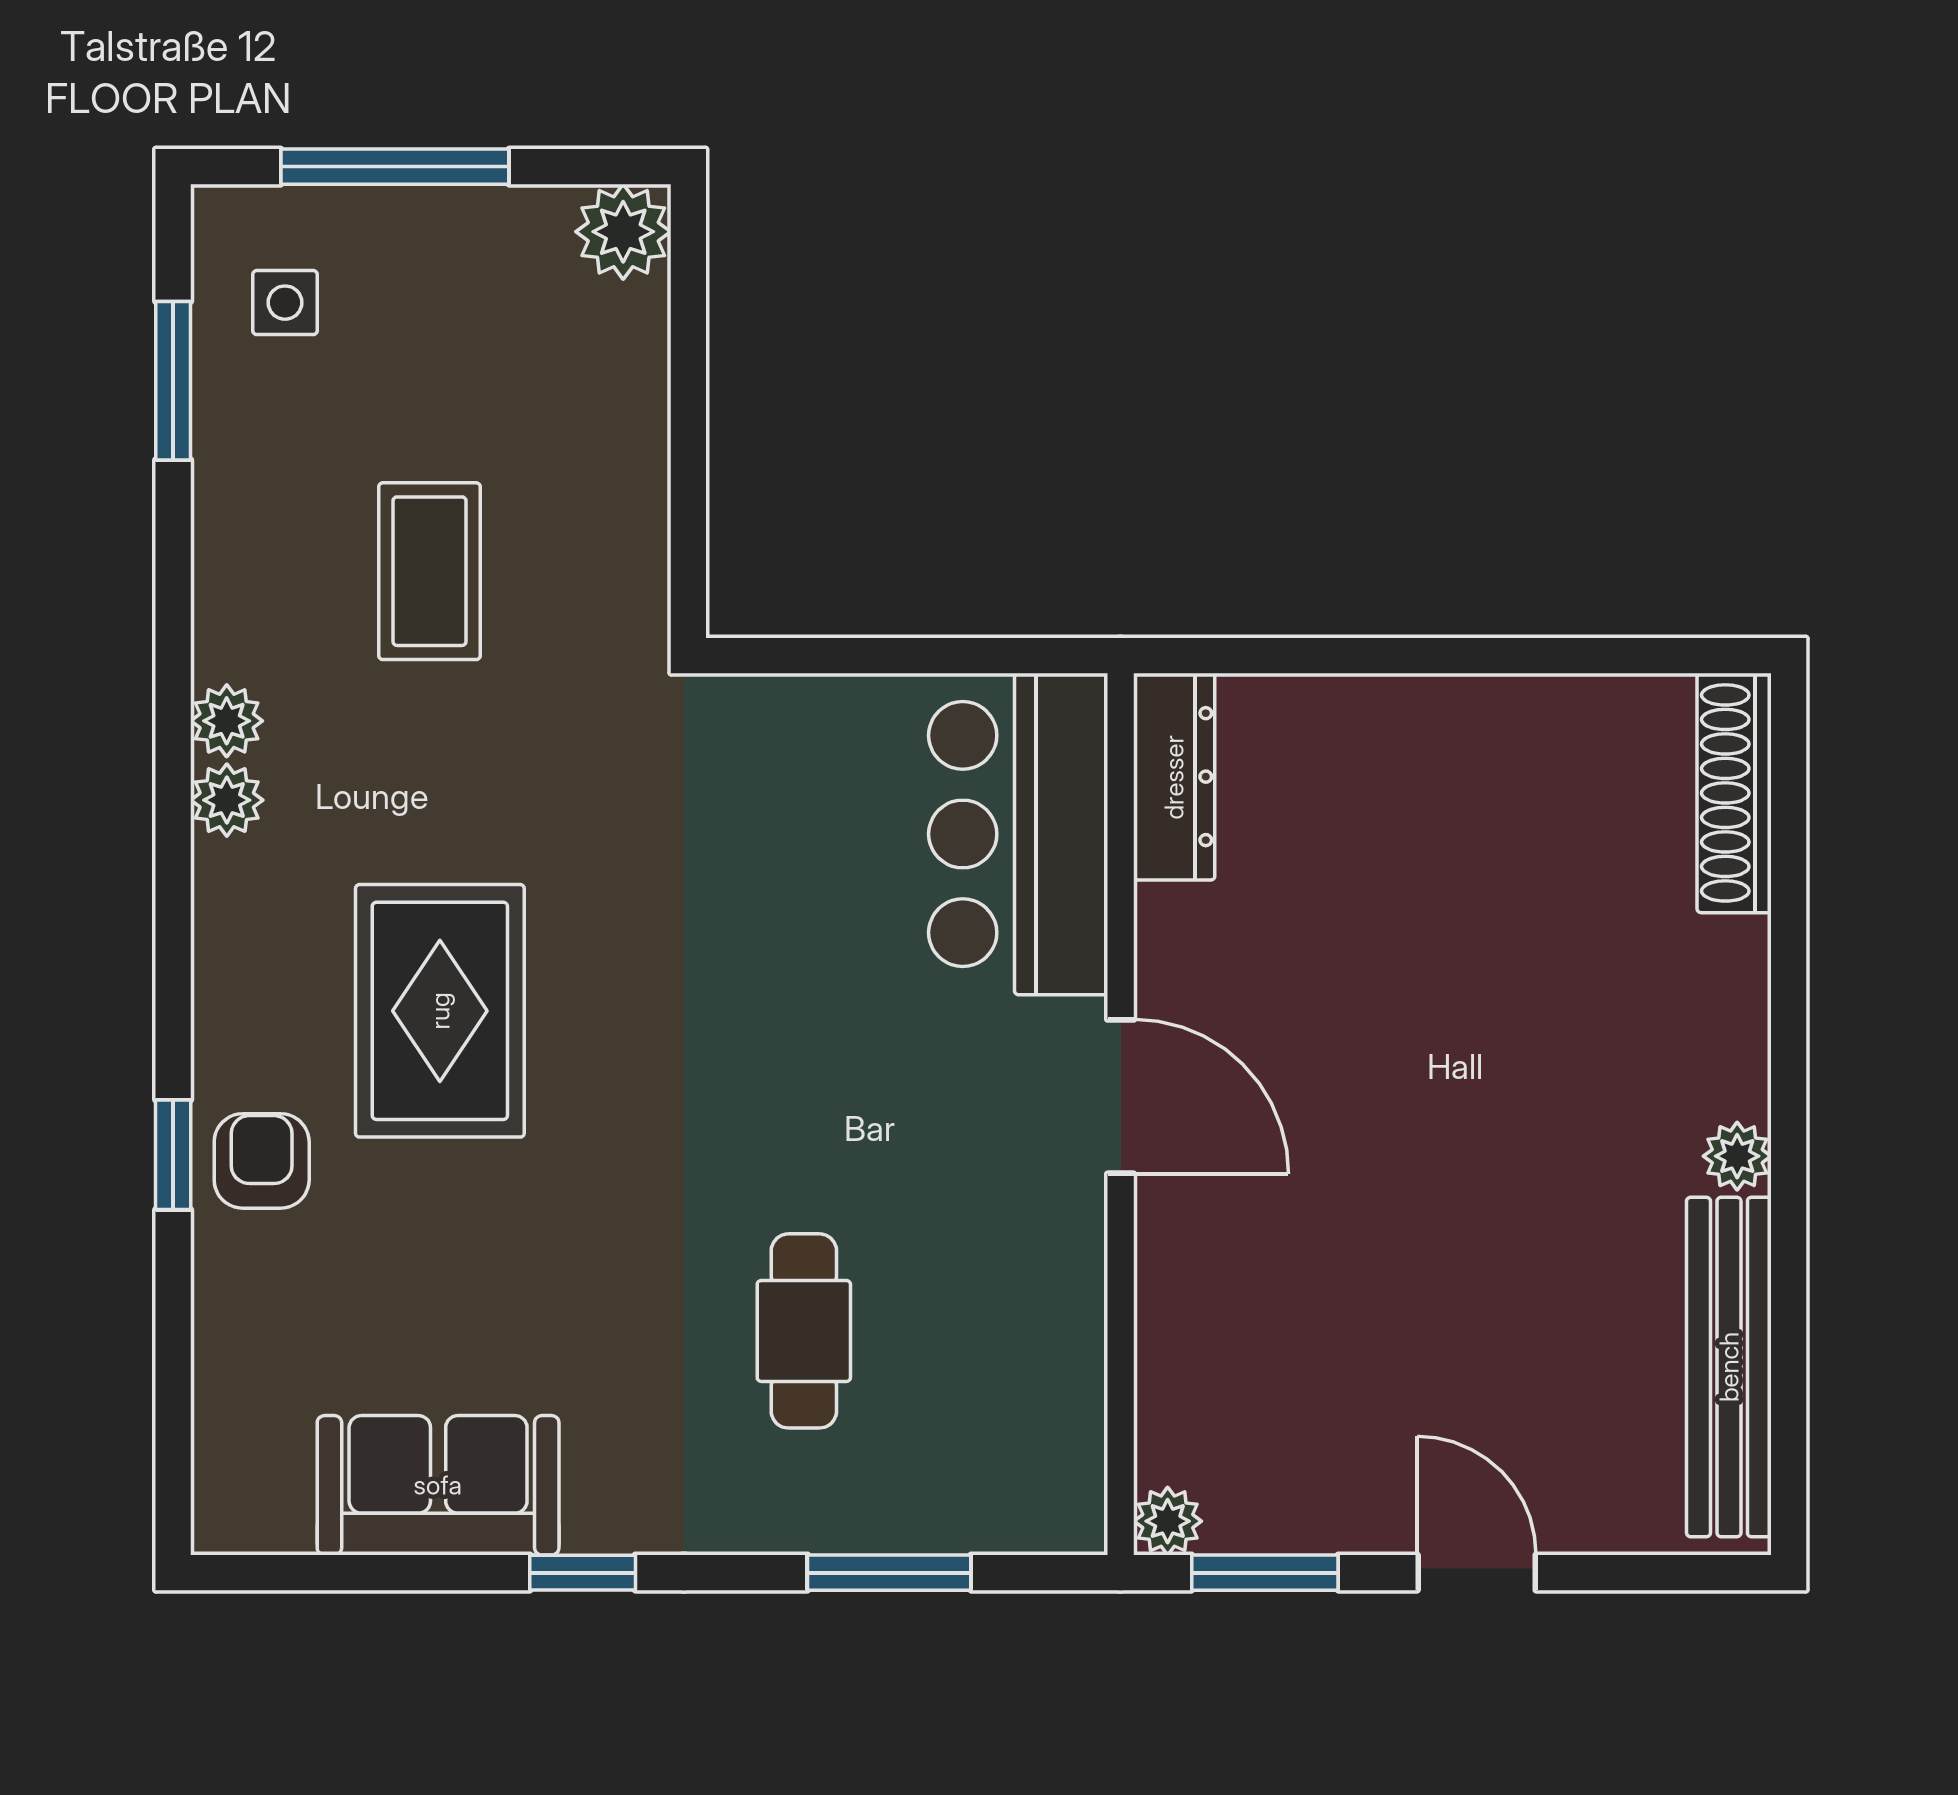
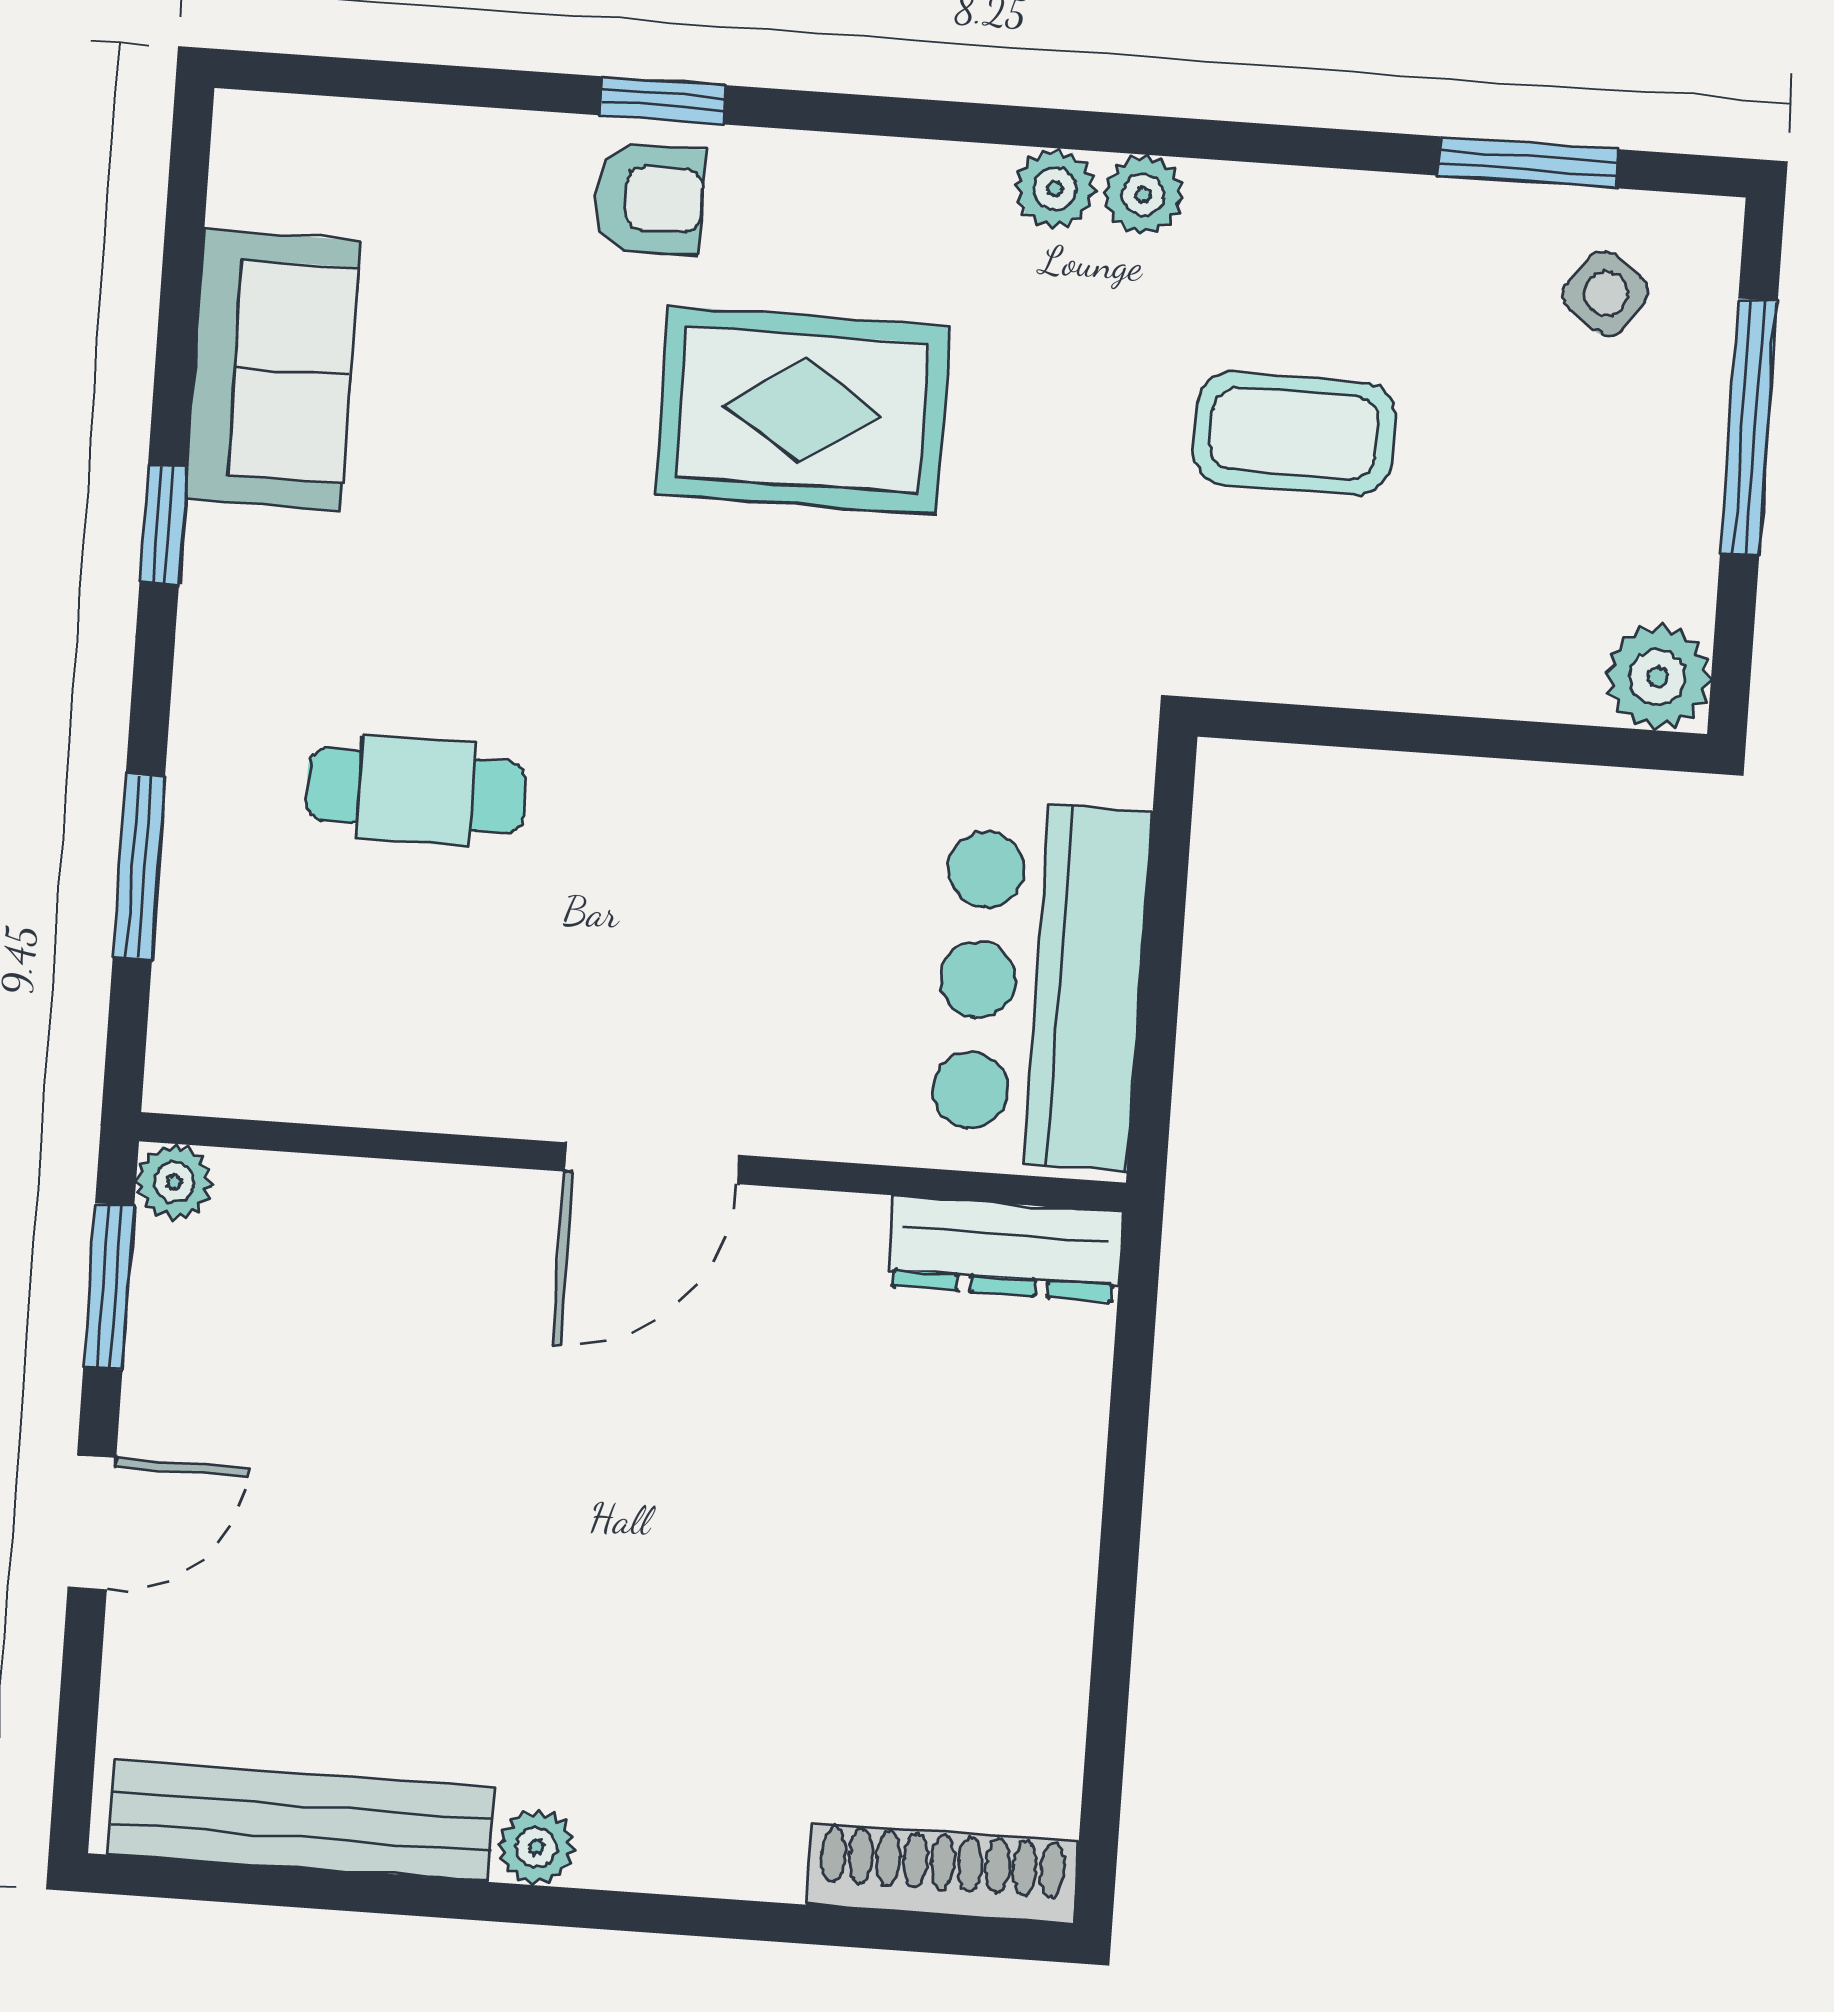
side table: (285, 303) -> (1606, 294), turned 36
bar counter: (1018, 834) -> (1040, 984), moved, turned -90

